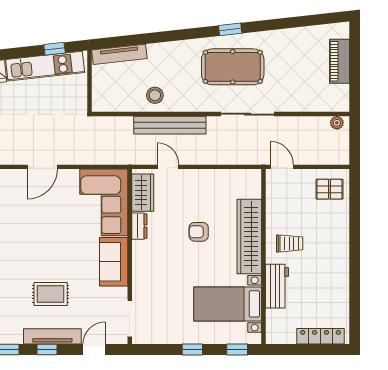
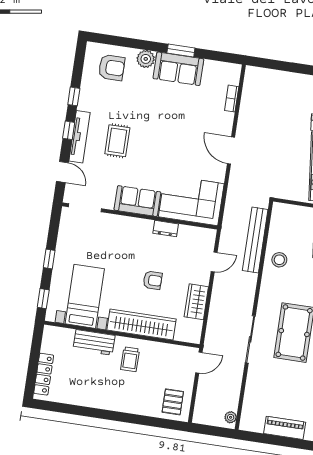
bench: (170, 125) -> (255, 240), moved
wardrobe: (143, 193) -> (196, 302), moved, turned 90
armchair: (199, 232) -> (153, 280), turned 90

